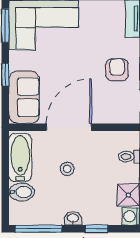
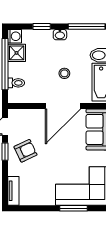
armchair: (117, 70) -> (25, 151), turned -115

